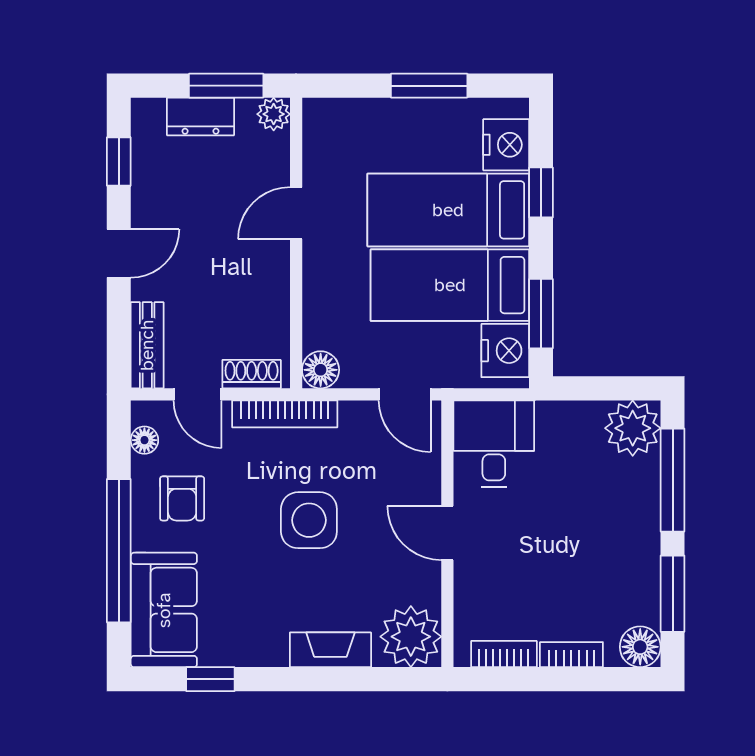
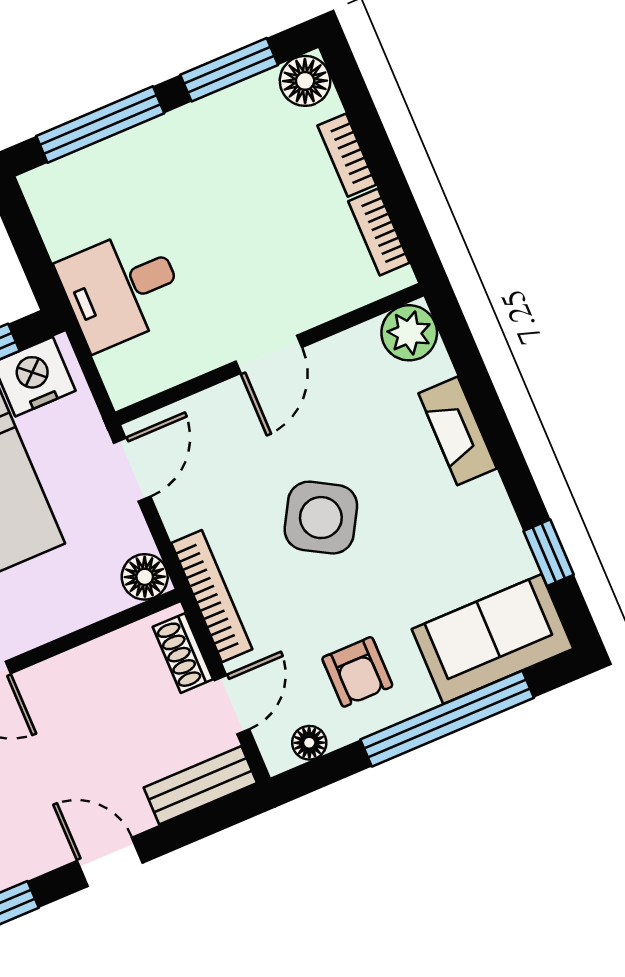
plant: (633, 428) -> (61, 195), removed
desk: (494, 444) -> (121, 289), moved
armchair: (182, 498) -> (357, 672), turned 90
side table: (309, 520) -> (321, 518), turned 30
plant: (411, 637) -> (409, 333), width x0.73, depth x0.73

